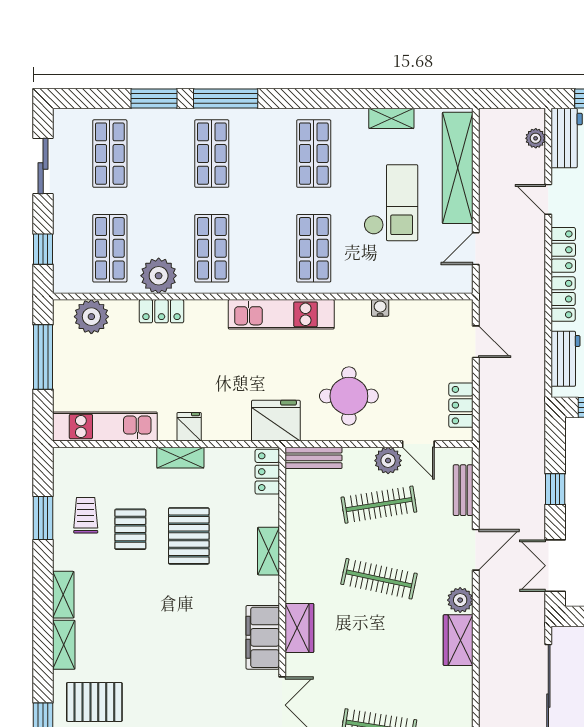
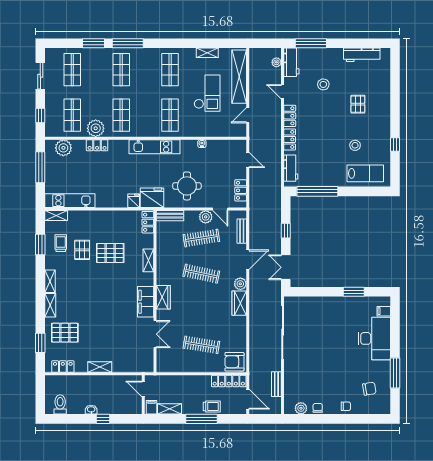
fridge: (189, 427) -> (134, 201), moved
shelving: (180, 458) -> (56, 215), moved
pallet: (189, 536) -> (110, 253), turned 90

